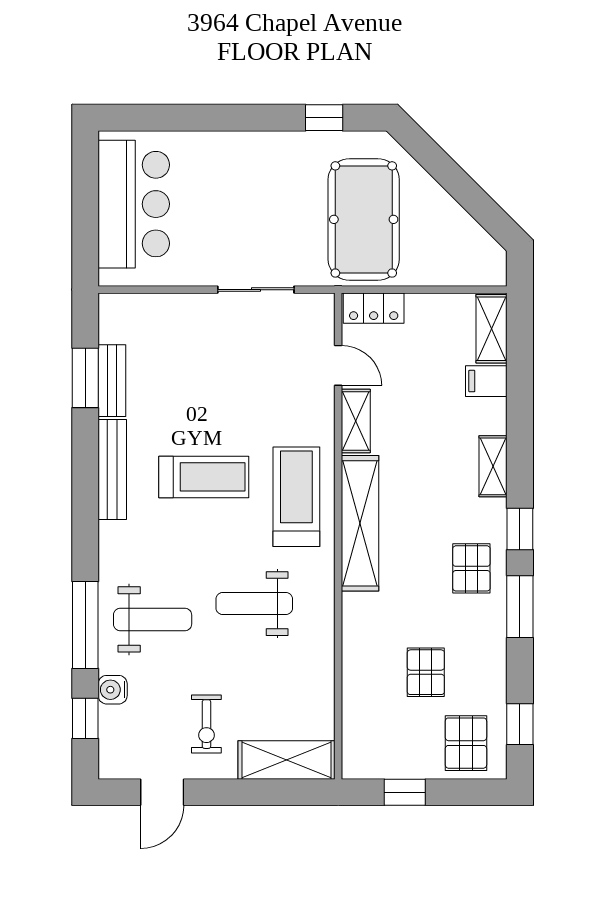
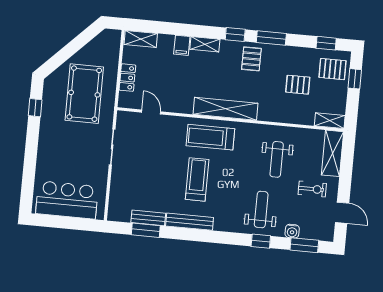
pool table: (364, 219) -> (84, 94), turned 90
locker: (374, 308) -> (127, 78), moved
door: (338, 365) -> (151, 112), hinge flipped
filing cabinet: (486, 381) -> (182, 45), moved
shelving: (356, 421) -> (330, 121), moved
pallet: (471, 568) -> (251, 59), turned 90
weight bench: (254, 604) -> (277, 159), moved
window: (85, 625) -> (261, 241), width x0.46
window: (85, 718) -> (304, 245), width x1.50
window: (405, 792) -> (355, 79), moved

